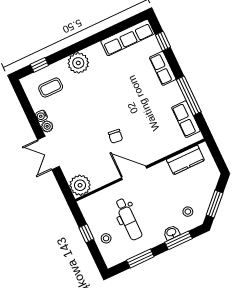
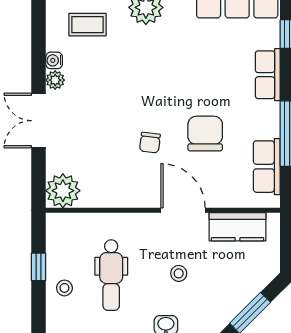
chair: (143, 117) -> (205, 133), added
door: (134, 173) -> (183, 210), moved
stool: (188, 212) -> (179, 273), moved

